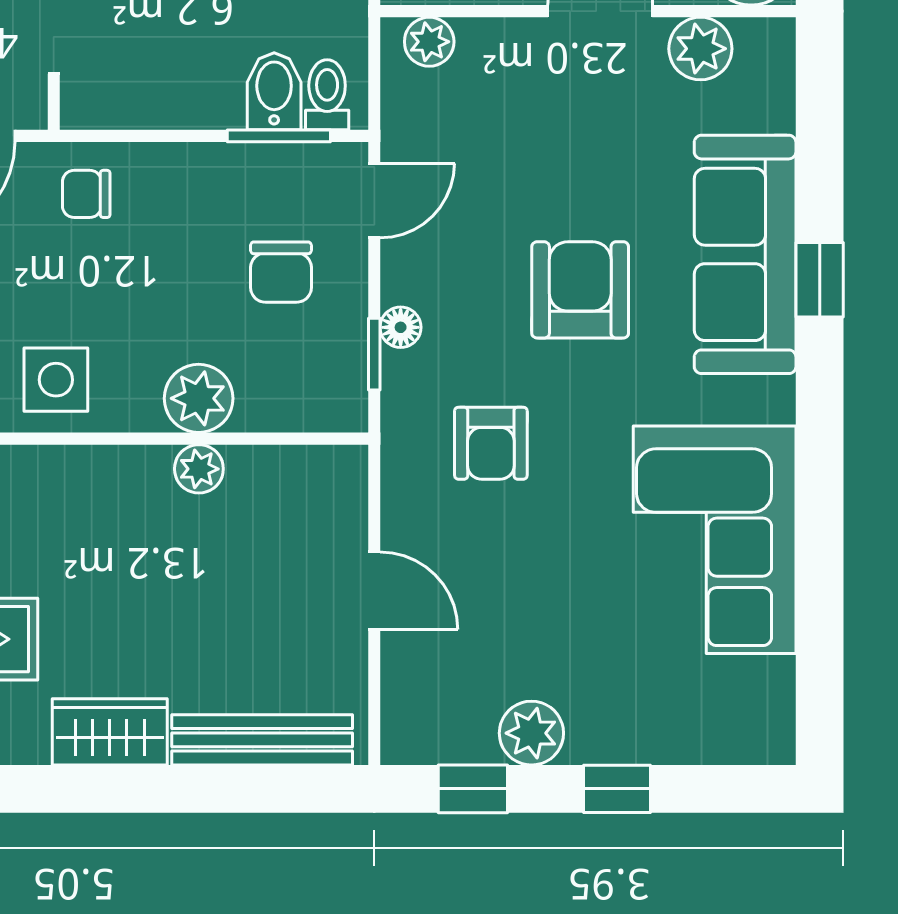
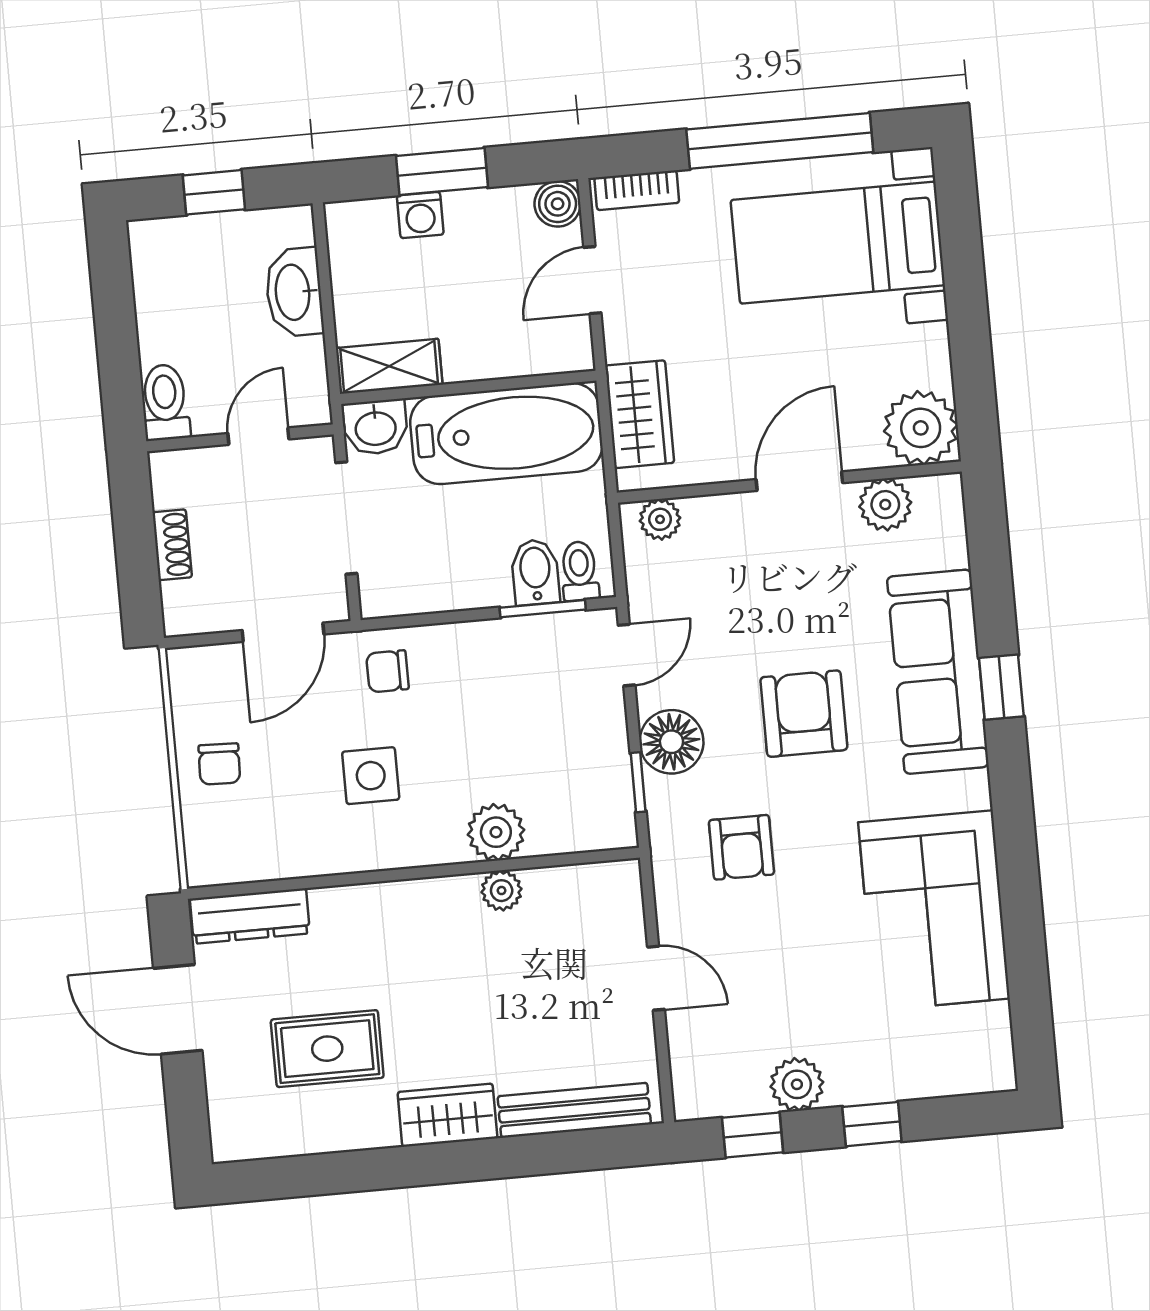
chair: (281, 272) -> (555, 721), removed
floor lamp: (401, 327) -> (671, 742), width x1.89, depth x1.89
side table: (56, 380) -> (371, 776), moved

